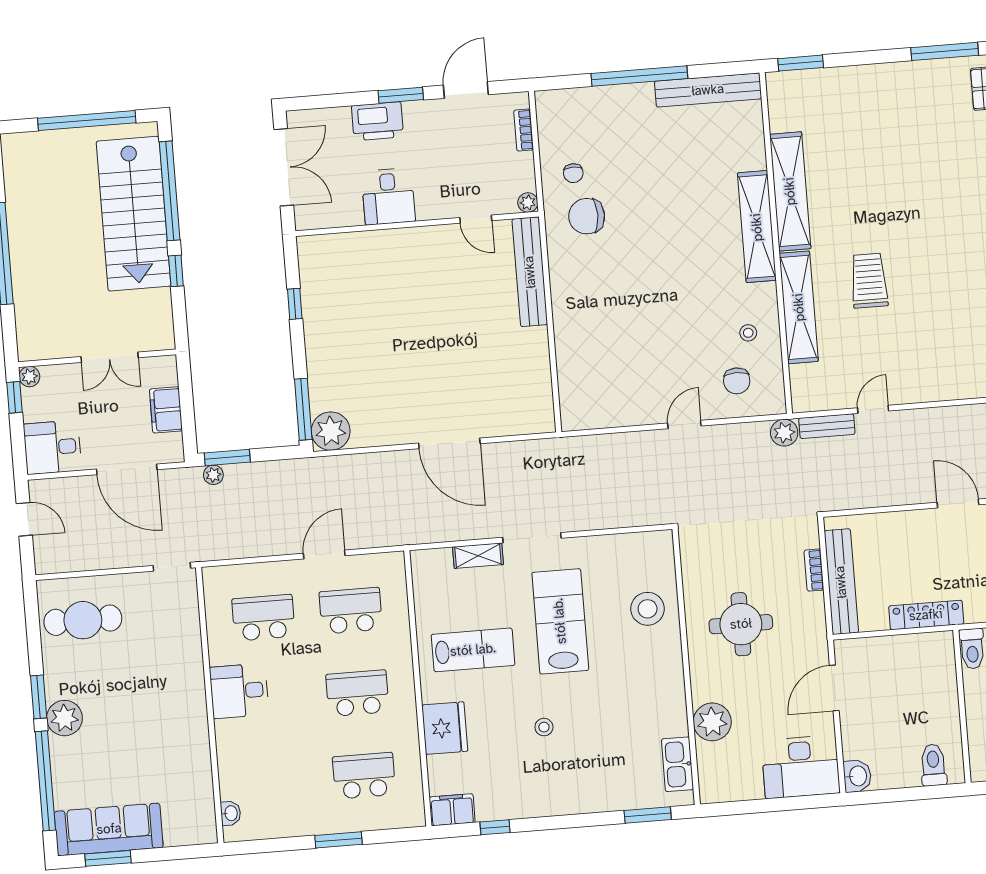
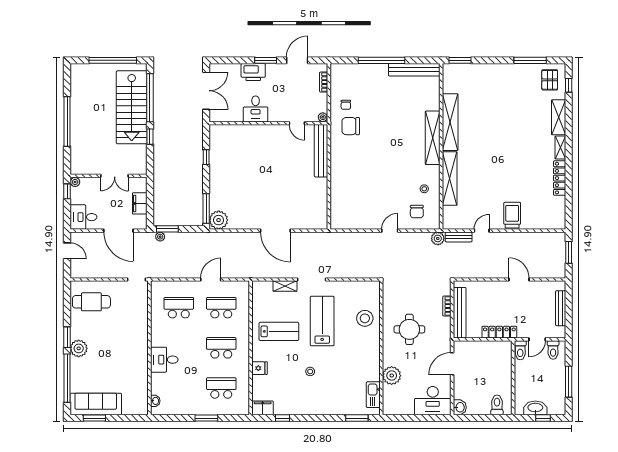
trolley: (869, 281) -> (512, 215), moved
desk: (239, 691) -> (164, 360), moved
fridge: (445, 728) -> (260, 368), width x0.53, depth x0.75

